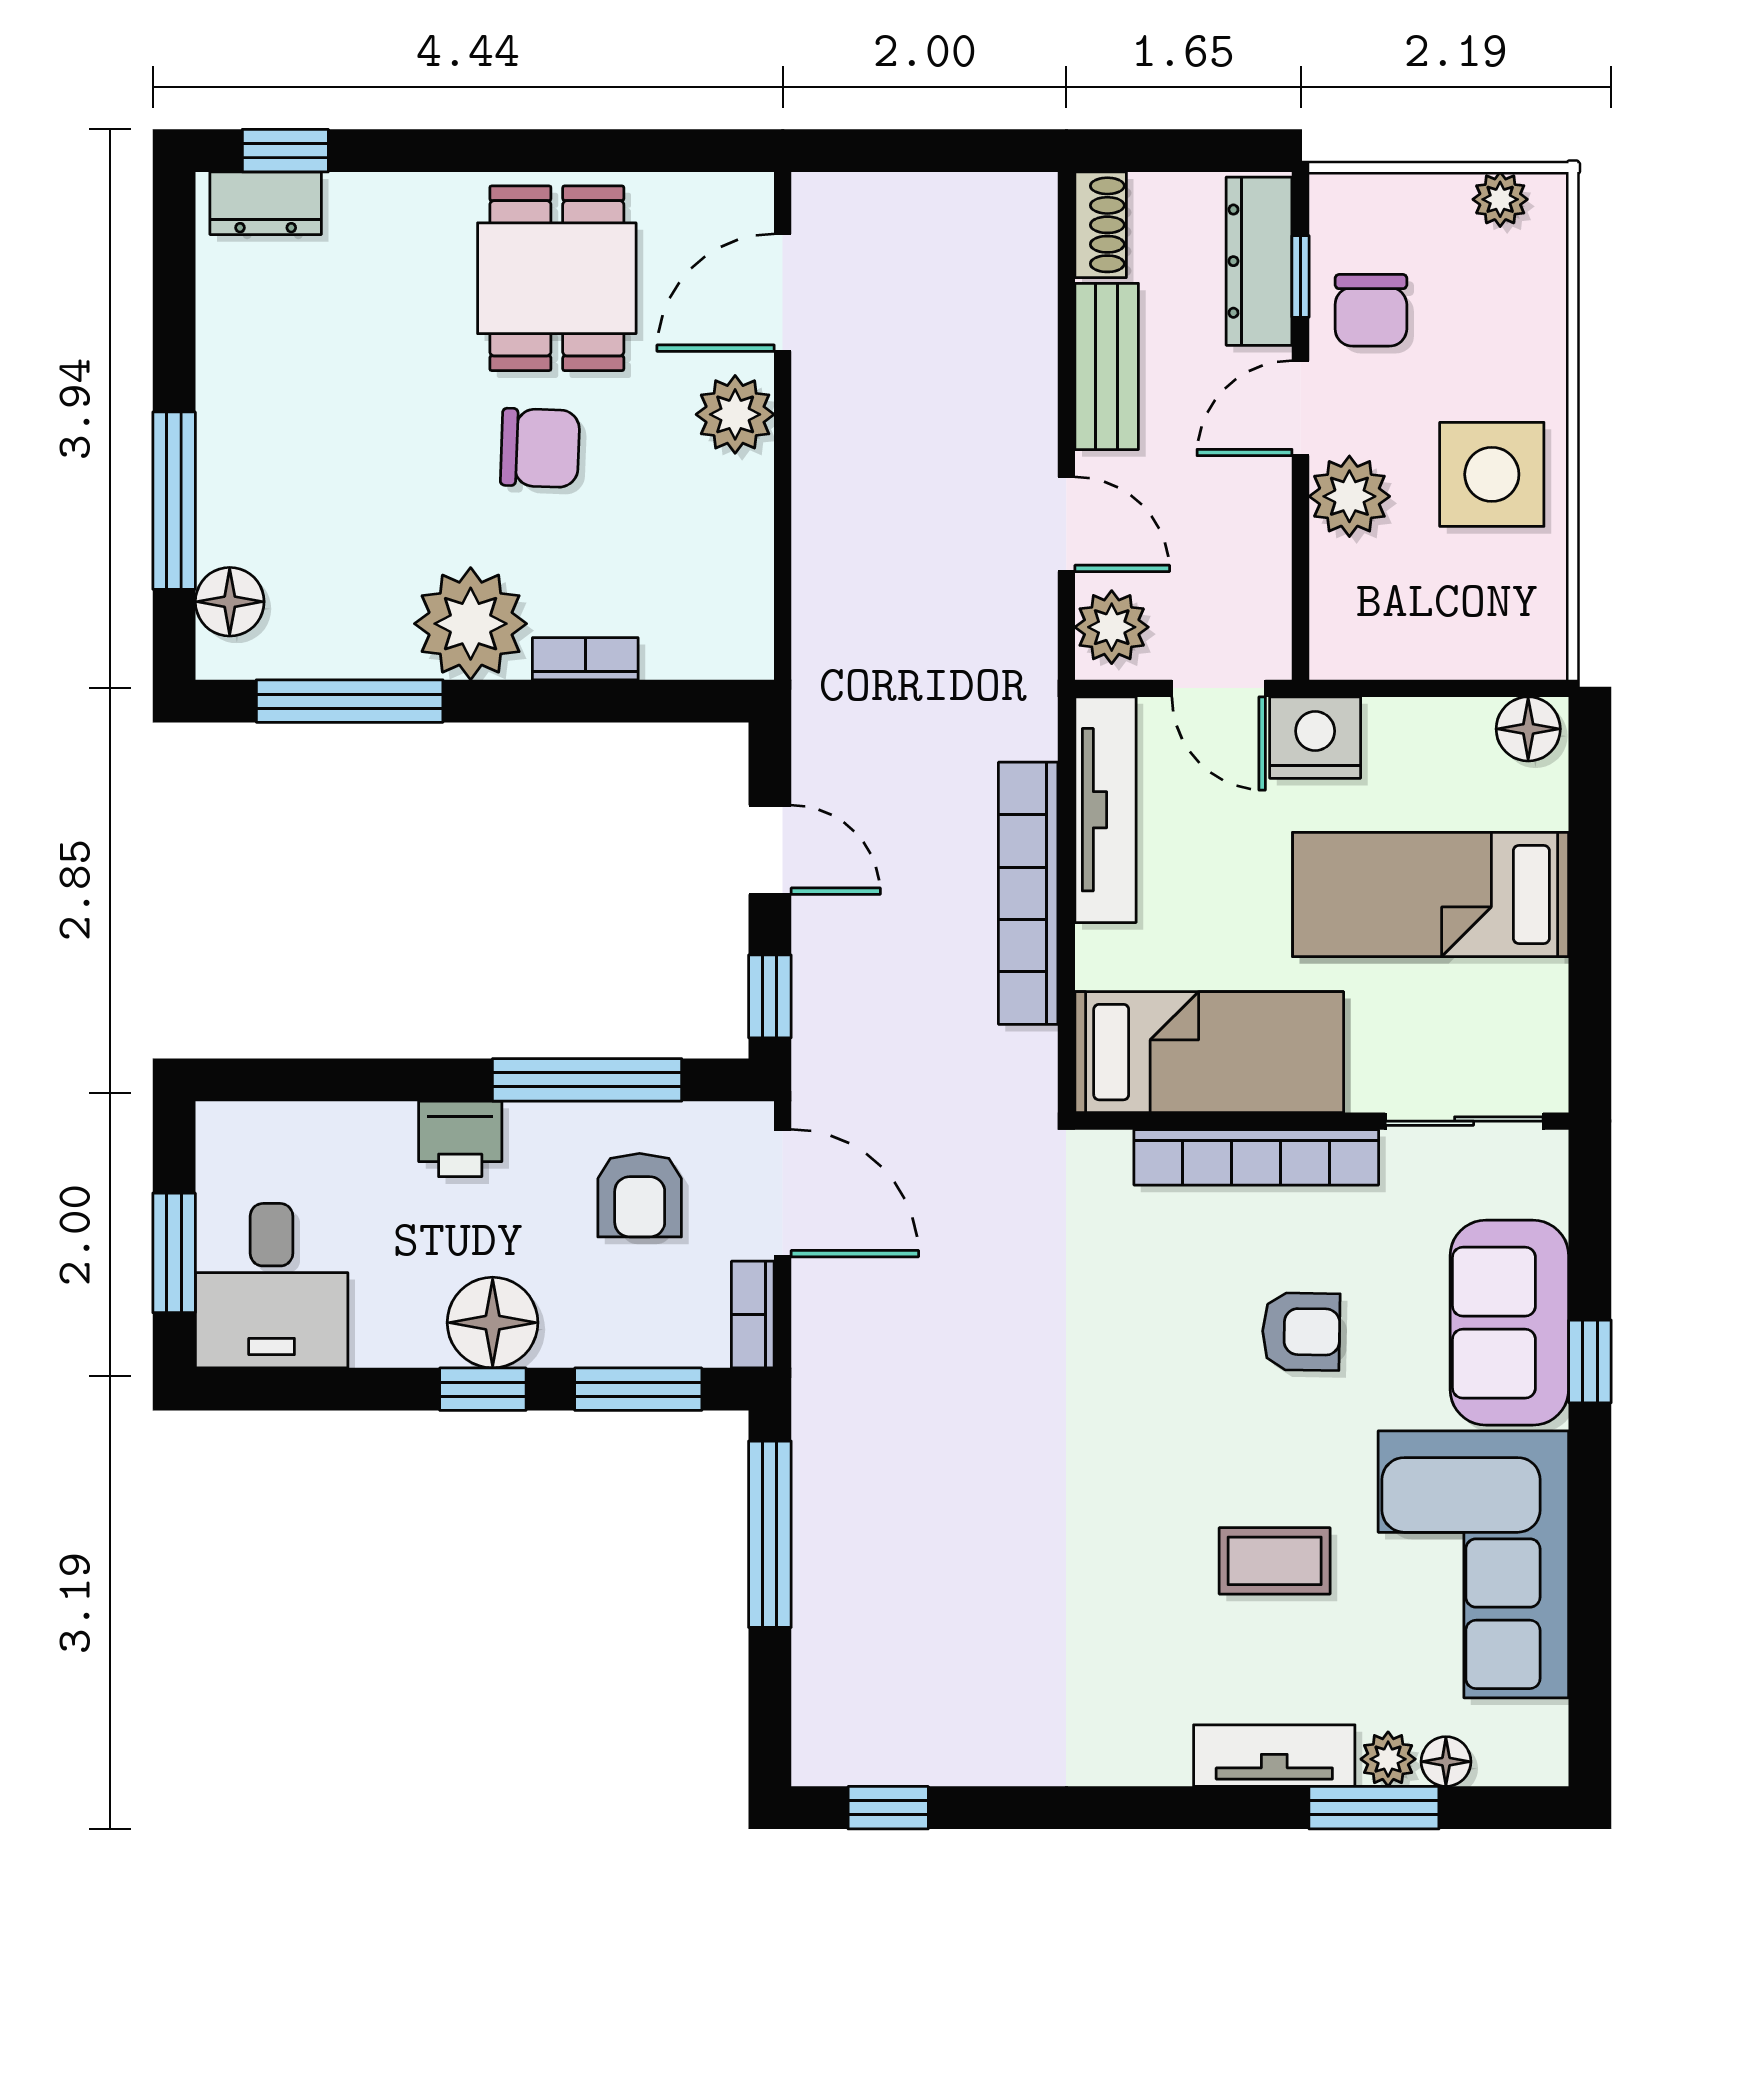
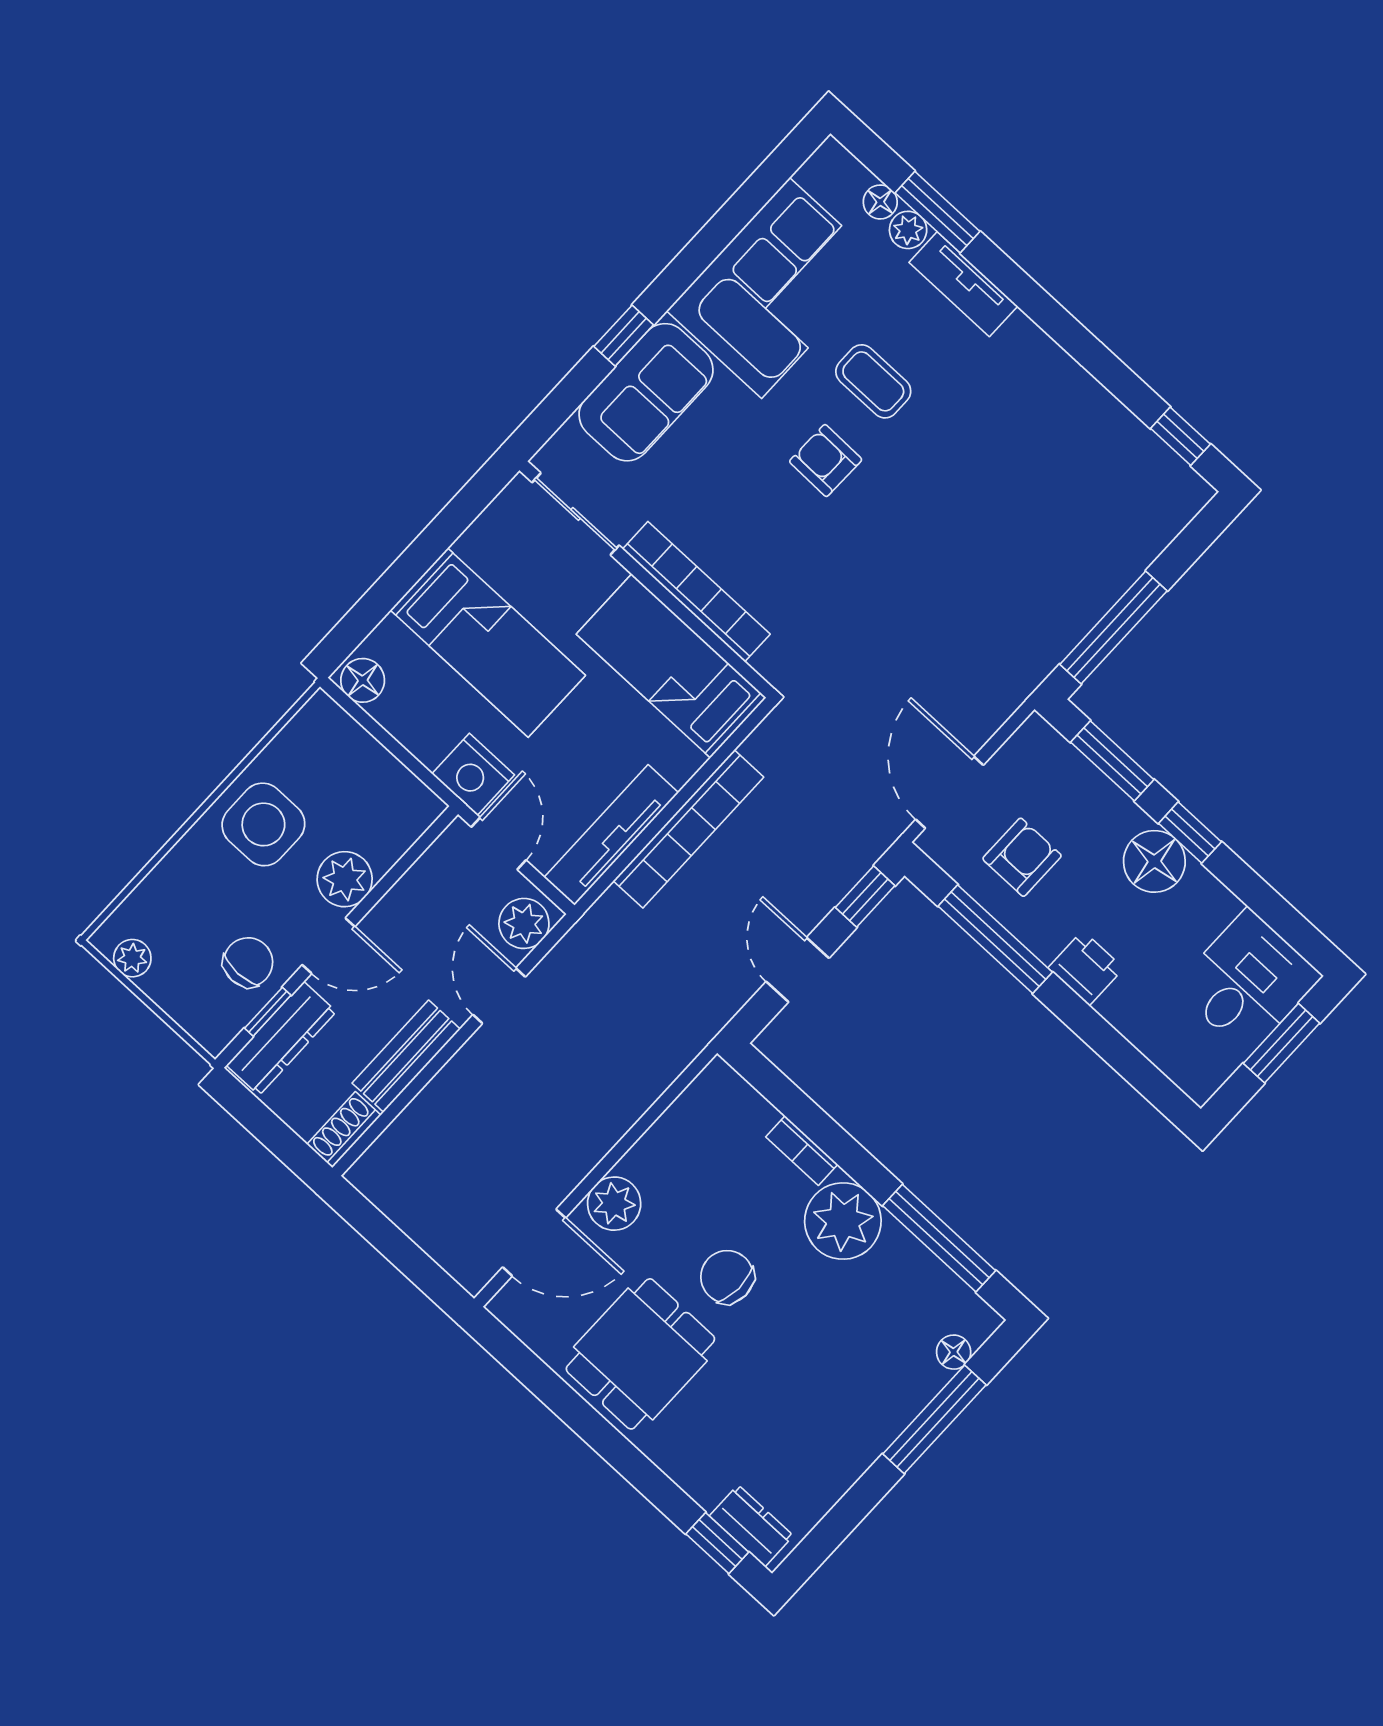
floor lamp: (230, 602) -> (954, 1352), width x0.73, depth x0.73
bookcase: (753, 1315) -> (1021, 745), removed
armchair: (1301, 1332) -> (826, 461), moved

